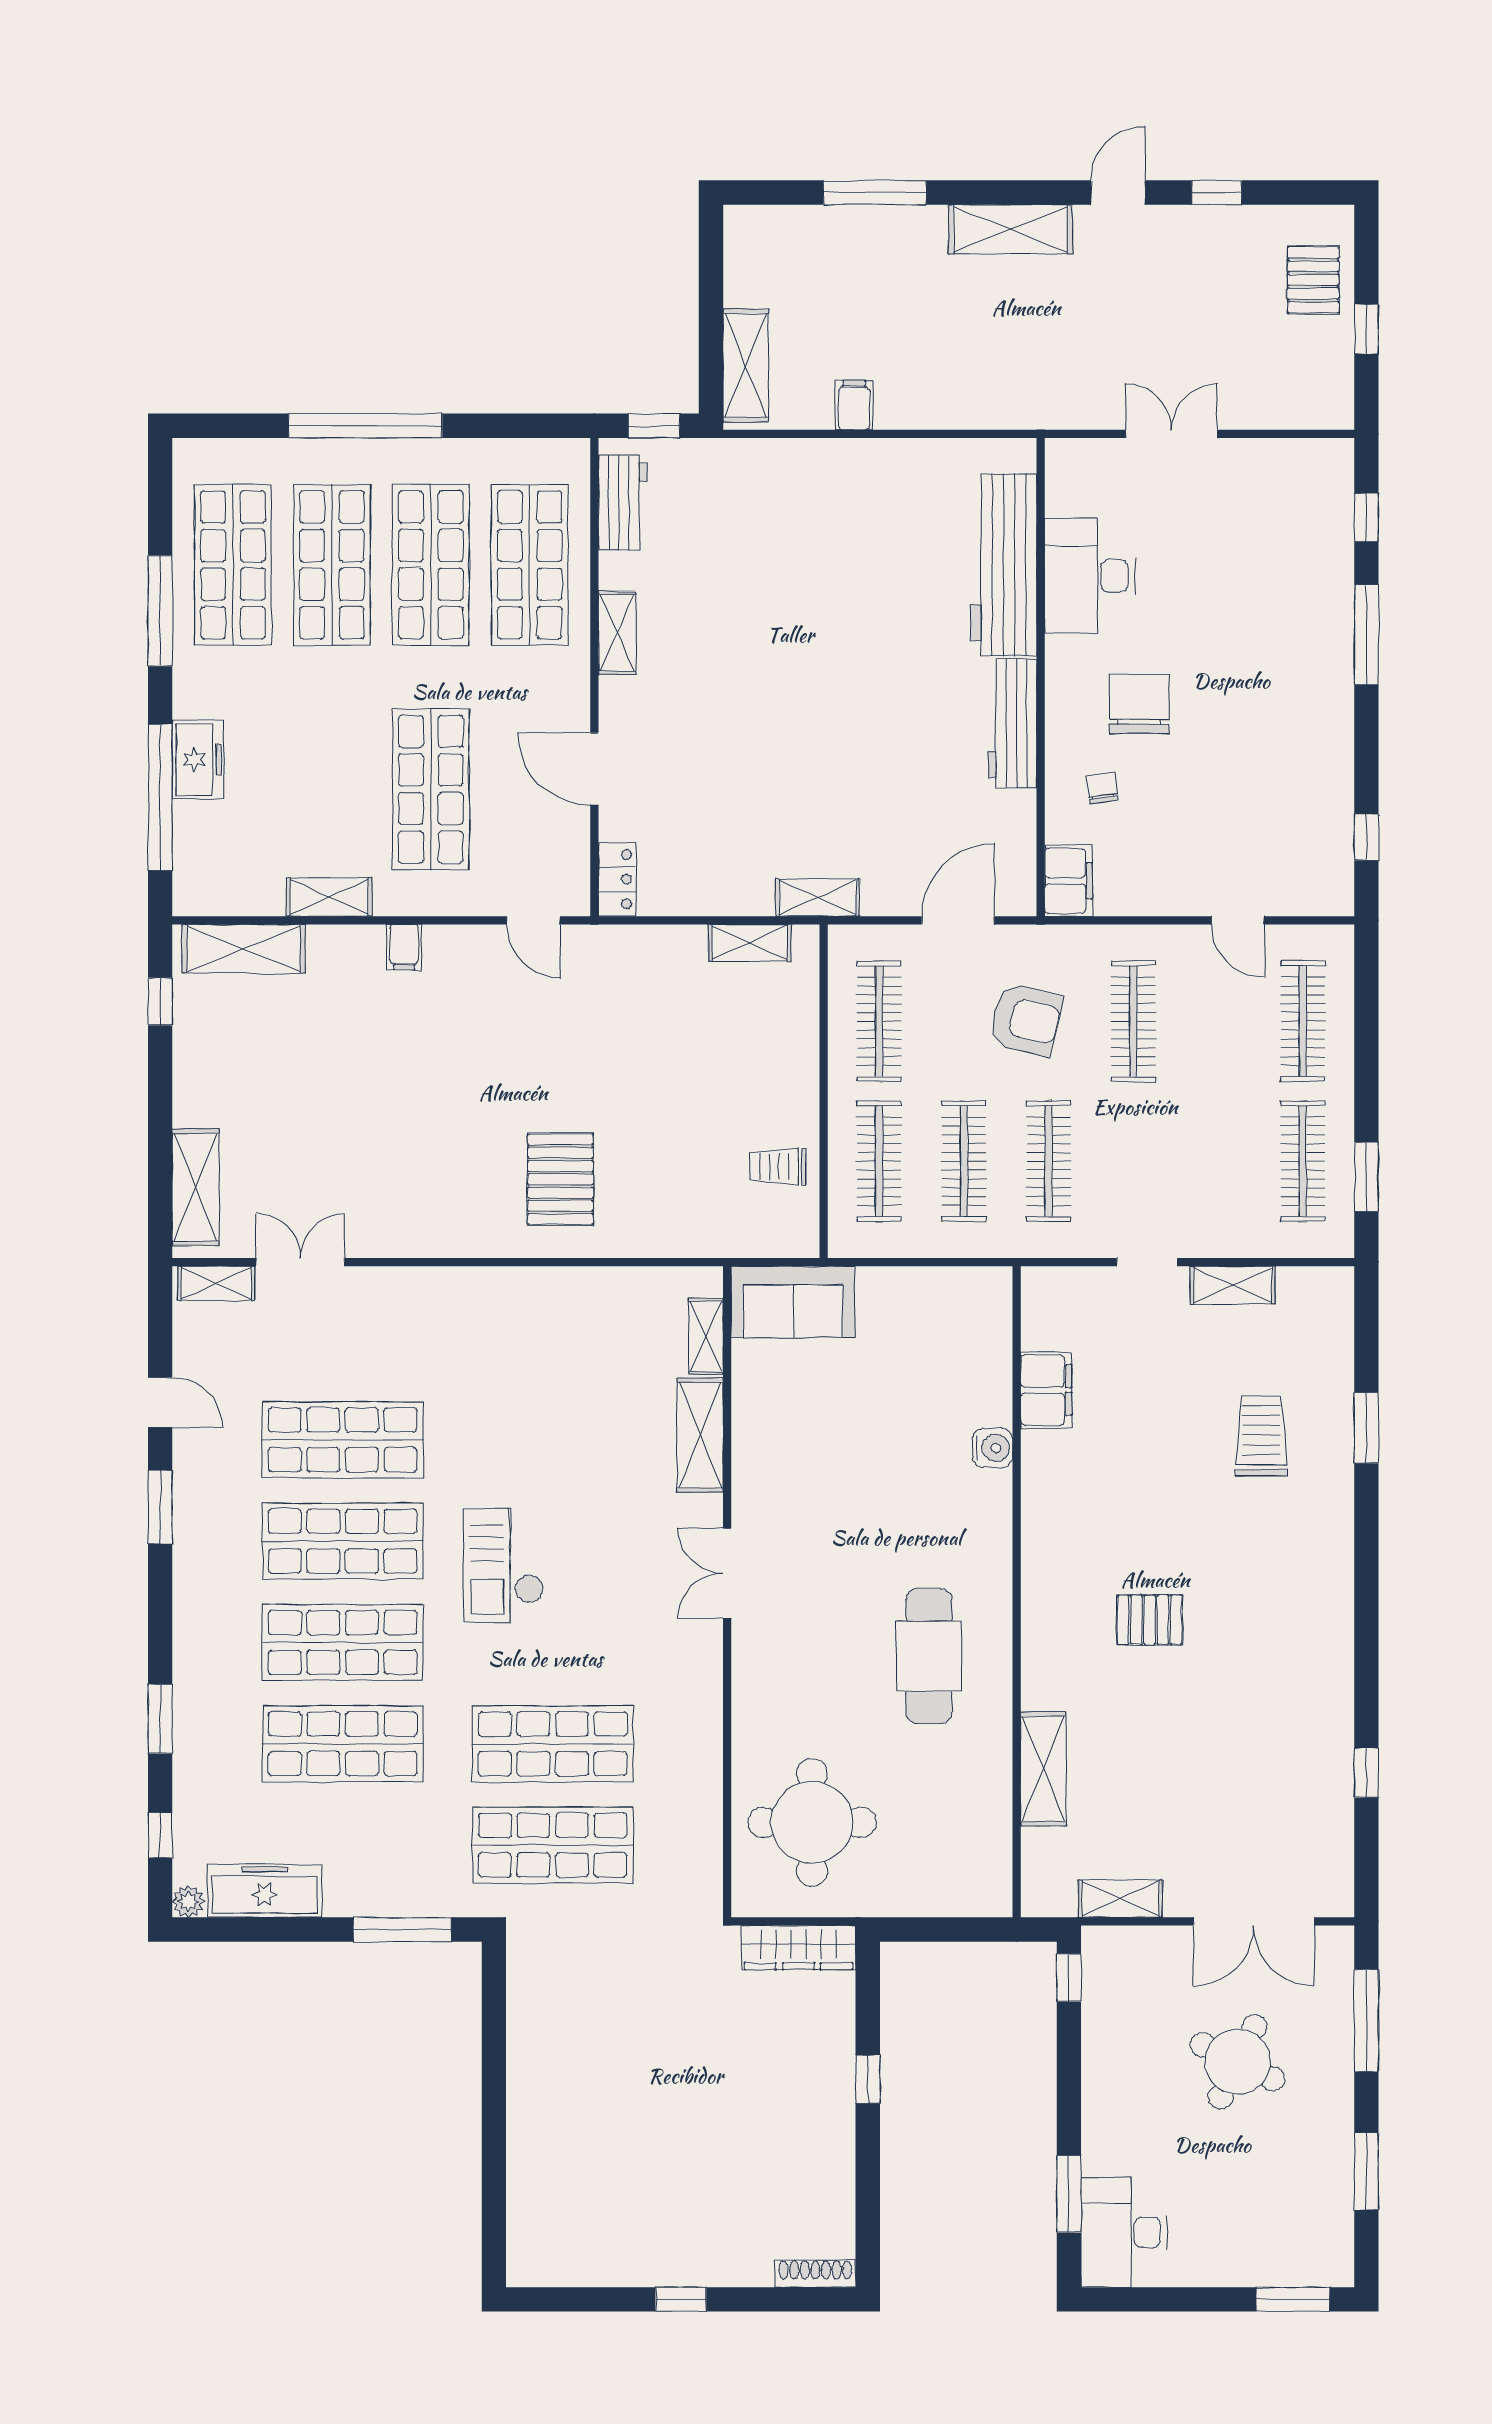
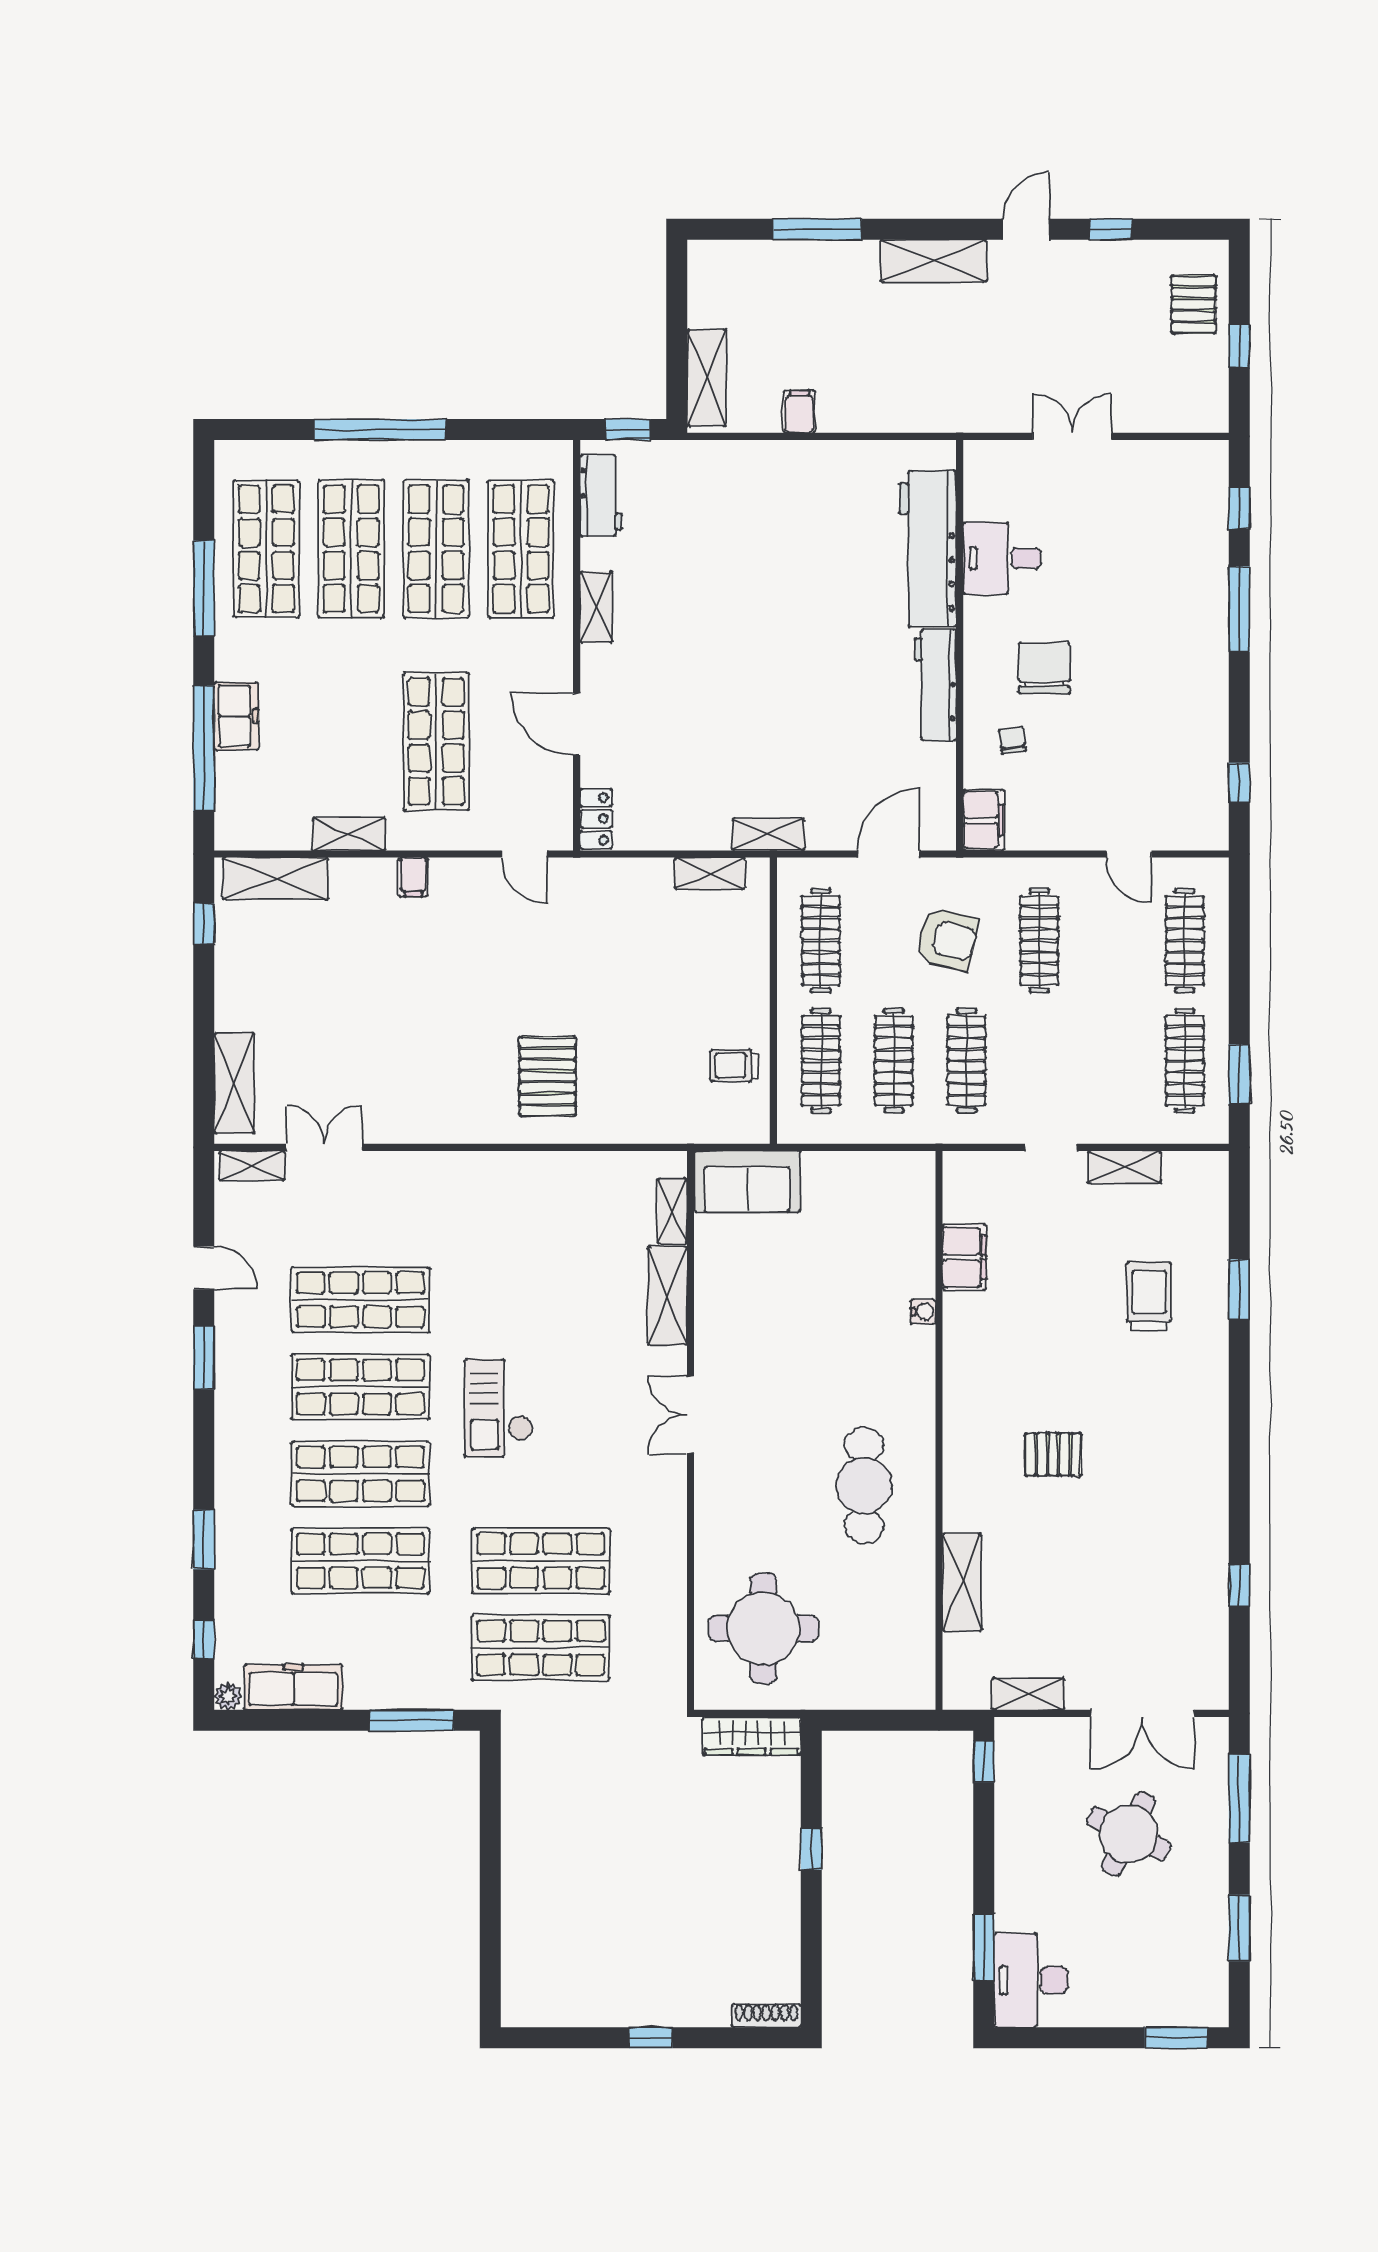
desk: (1090, 576) -> (1002, 558), width x0.73
water cooler: (993, 1448) -> (923, 1312), width x0.72, depth x0.72

